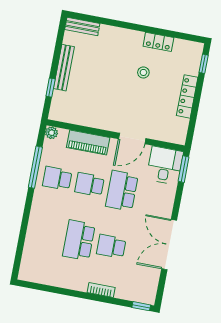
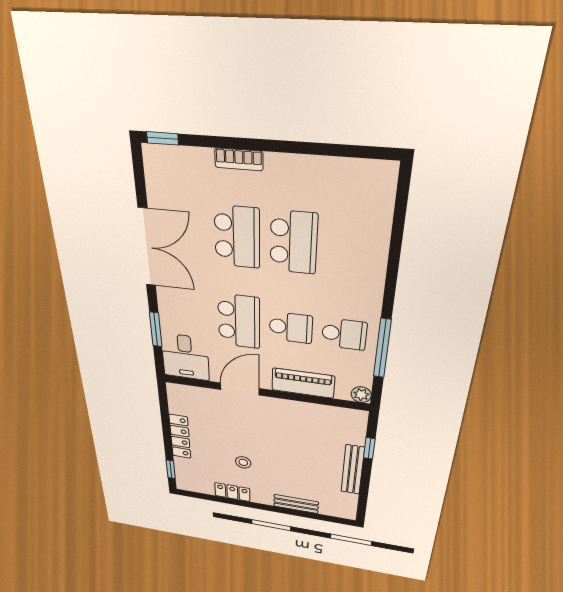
bench: (82, 26) -> (296, 504), moved
window: (184, 169) -> (156, 329), moved
school desk: (111, 246) -> (237, 237), width x1.85

